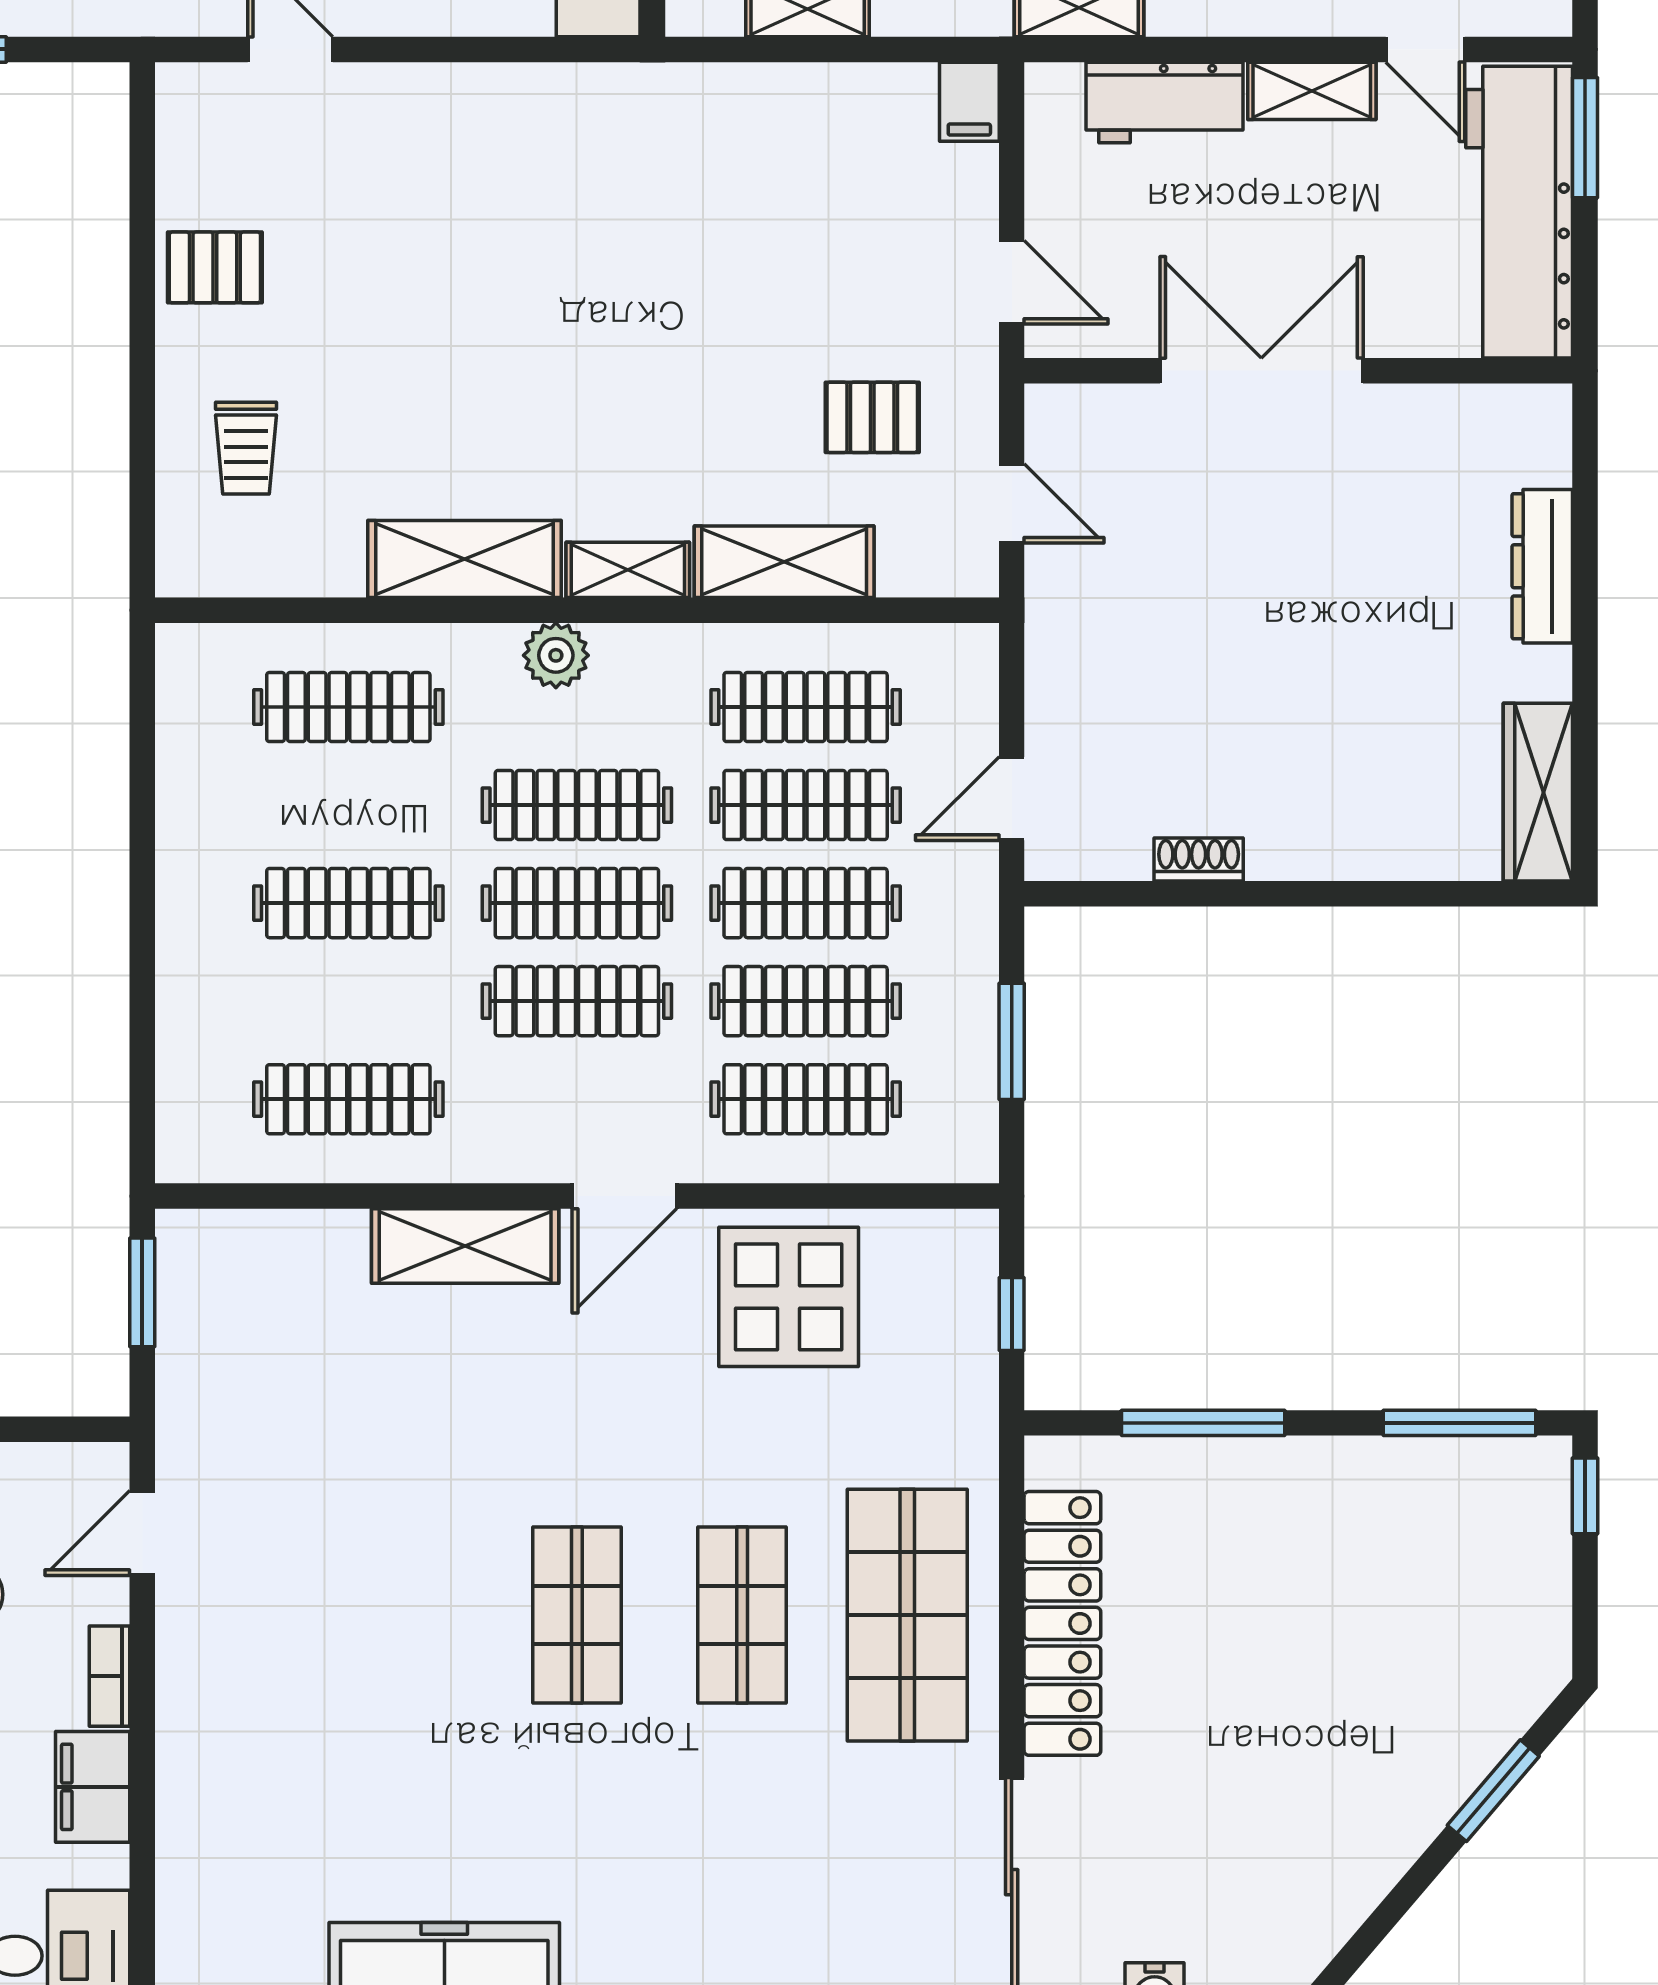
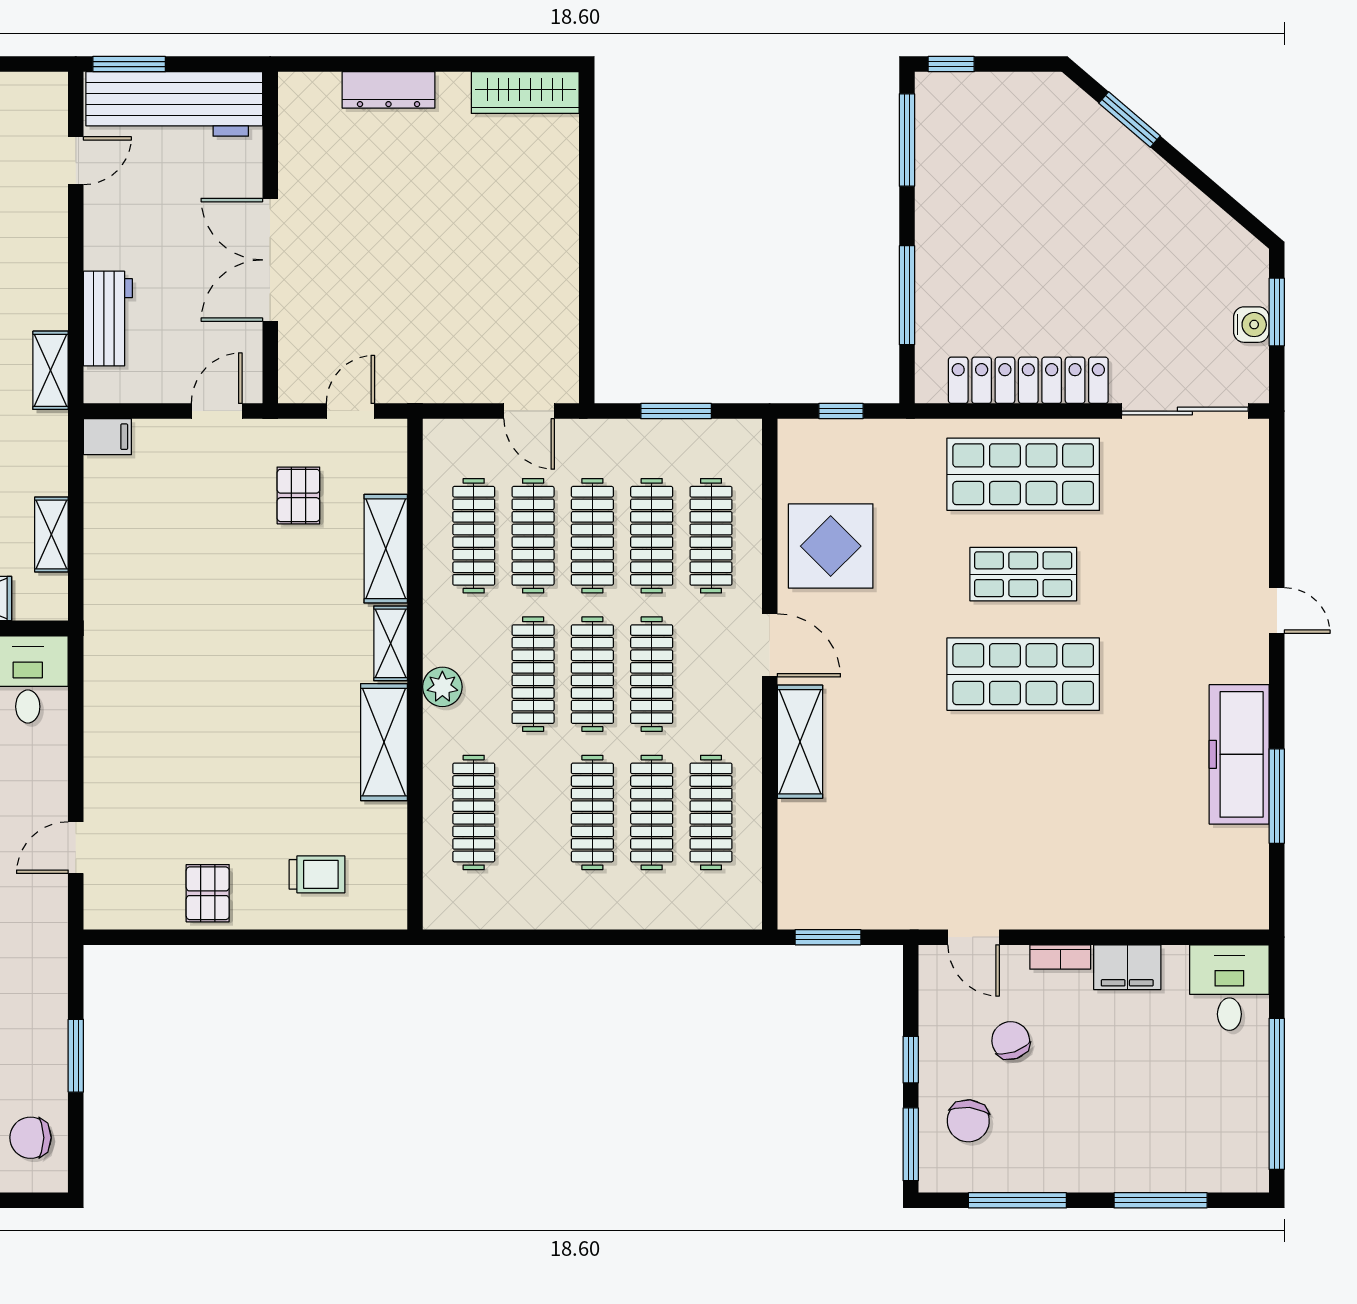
shelving: (1312, 91) -> (101, 229), removed
shoe rack: (1199, 859) -> (566, 298), removed
clothes rail: (348, 1001) -> (652, 812), added
shop shelf: (577, 1615) -> (1023, 674), width x1.43, depth x1.36

